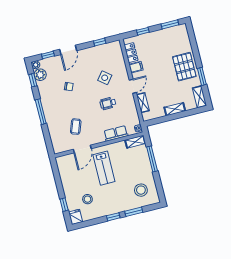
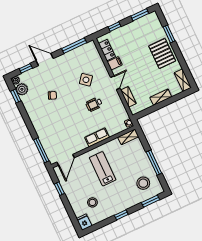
window: (100, 42) -> (74, 46), width x2.17
door: (68, 50) -> (45, 60), swing flipped
window: (202, 76) -> (169, 34), moved
window: (41, 112) -> (41, 150), moved
coffee table: (76, 127) -> (67, 133), removed
row of seats: (116, 133) -> (97, 137), moved
door: (82, 149) -> (66, 160), moved
window: (152, 159) -> (154, 163), moved
lab bench: (104, 168) -> (103, 169), turned 180
window: (64, 205) -> (59, 189), moved
window: (134, 212) -> (150, 201), moved

